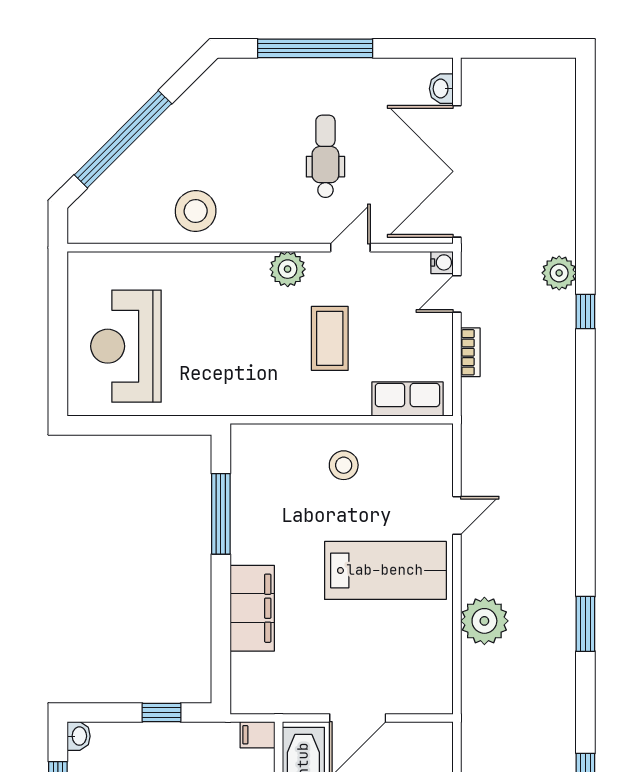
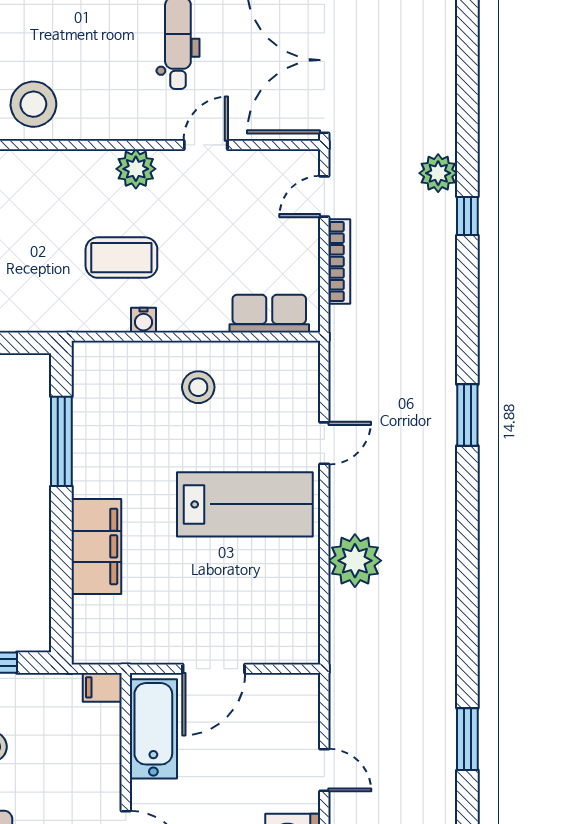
water cooler: (442, 262) -> (143, 320), moved, turned 90
coffee table: (330, 338) -> (121, 258), moved, turned 90
bookcase: (470, 352) -> (339, 261), width x1.56
window: (585, 624) -> (467, 415), moved

